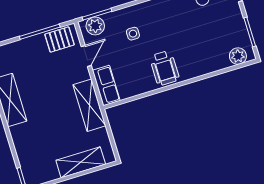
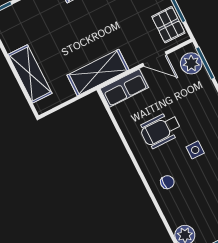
side table: (133, 34) -> (195, 150), moved
chair: (191, 63) -> (167, 182), added
wheelchair: (164, 68) -> (161, 130), moved

